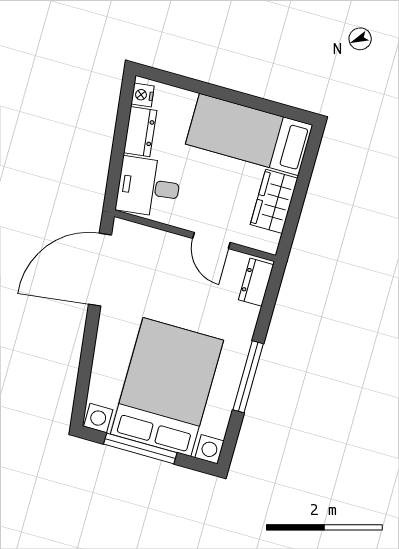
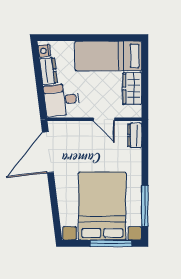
window: (248, 377) -> (145, 206), moved
window: (140, 448) -> (111, 243), moved

